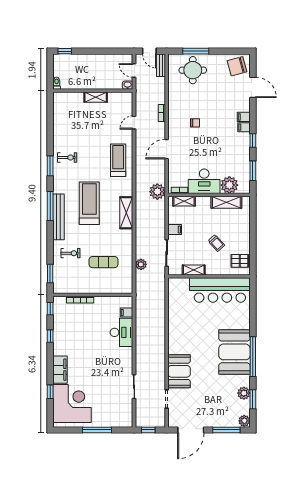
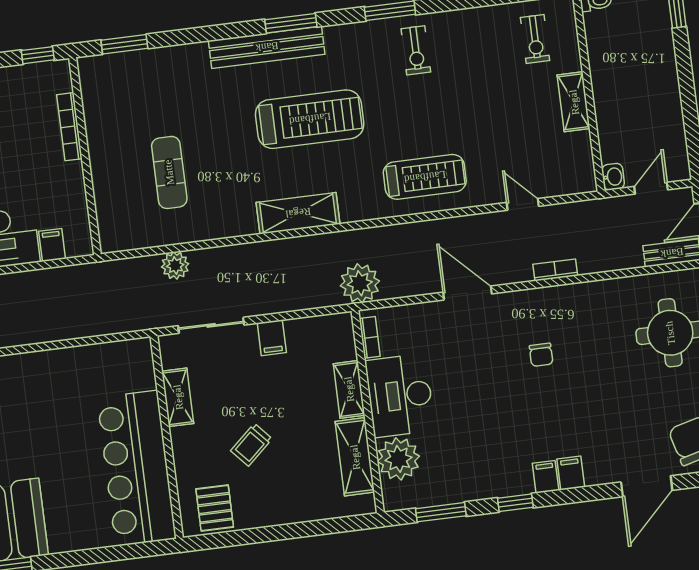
shelving: (184, 201) -> (349, 389), moved
window: (50, 206) -> (291, 23), width x0.69
exercise bike: (70, 253) -> (535, 39), moved

